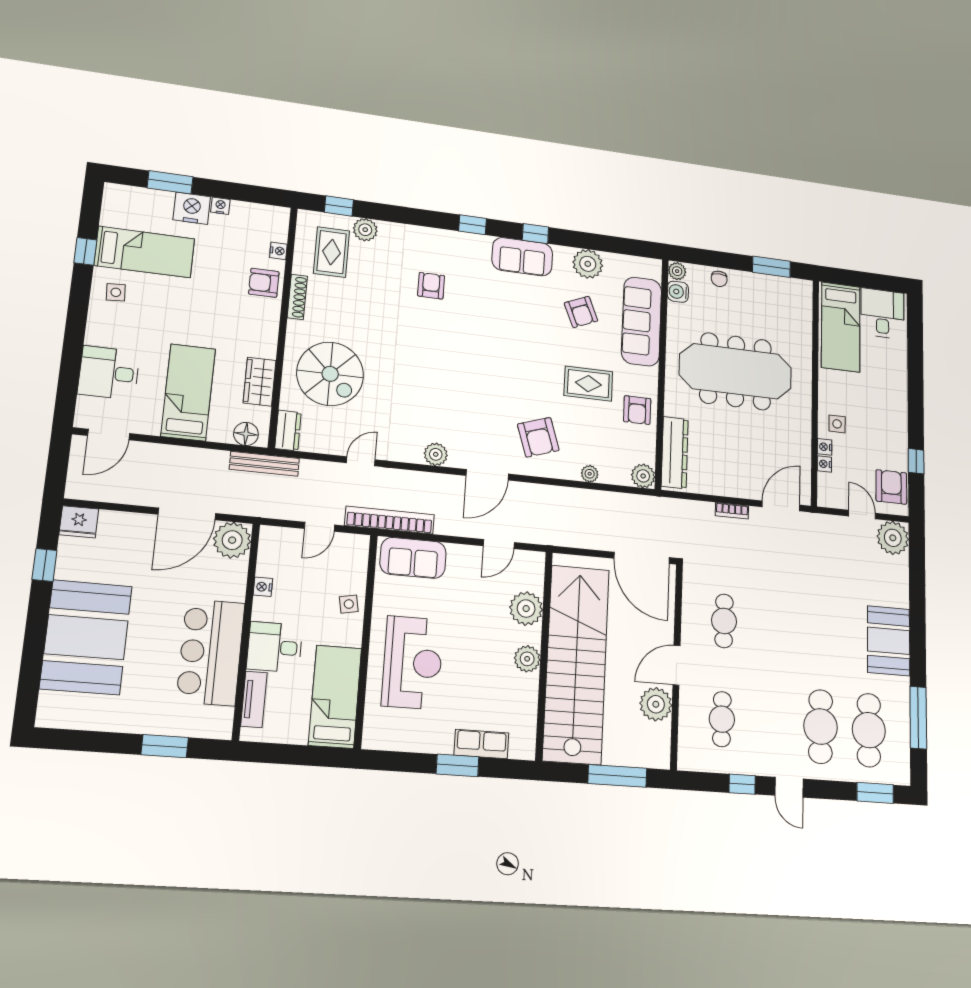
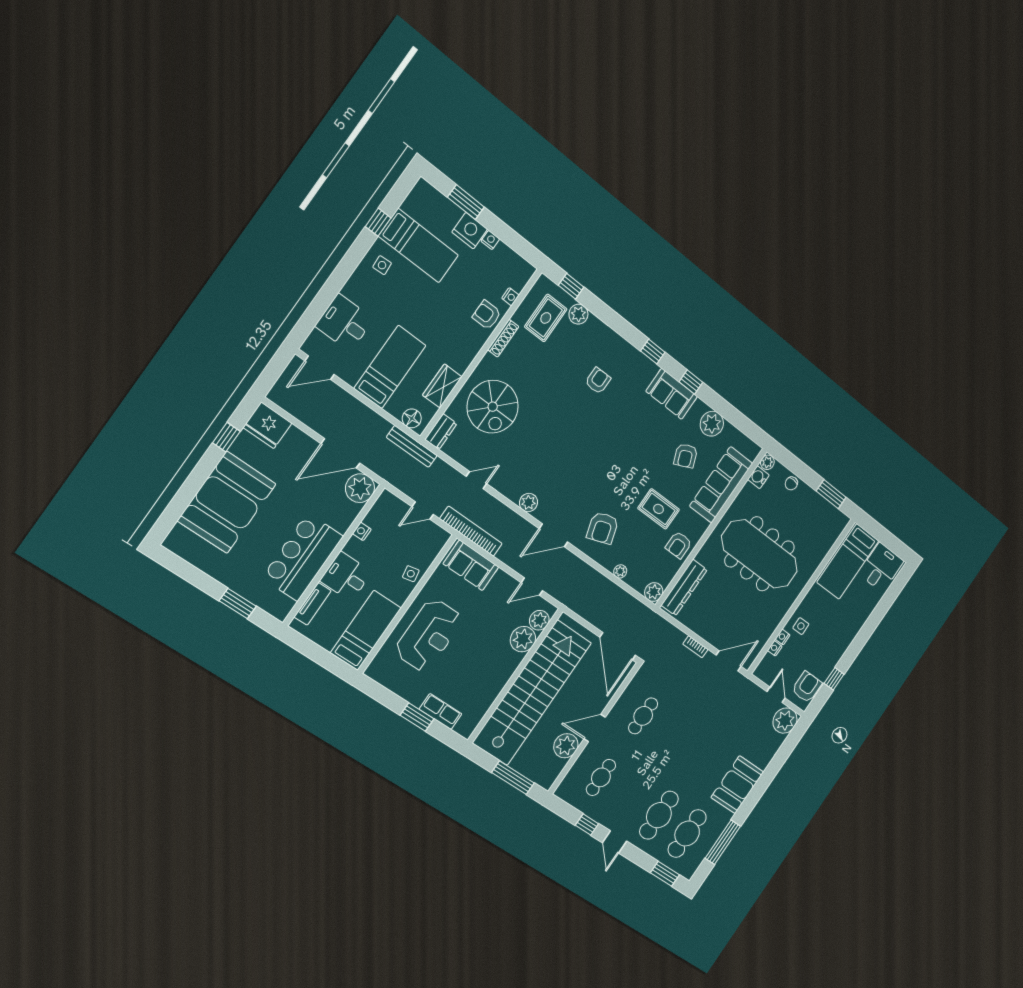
fridge: (79, 522) -> (267, 425), width x1.36, depth x1.34
plant: (527, 659) -> (539, 620), moved

